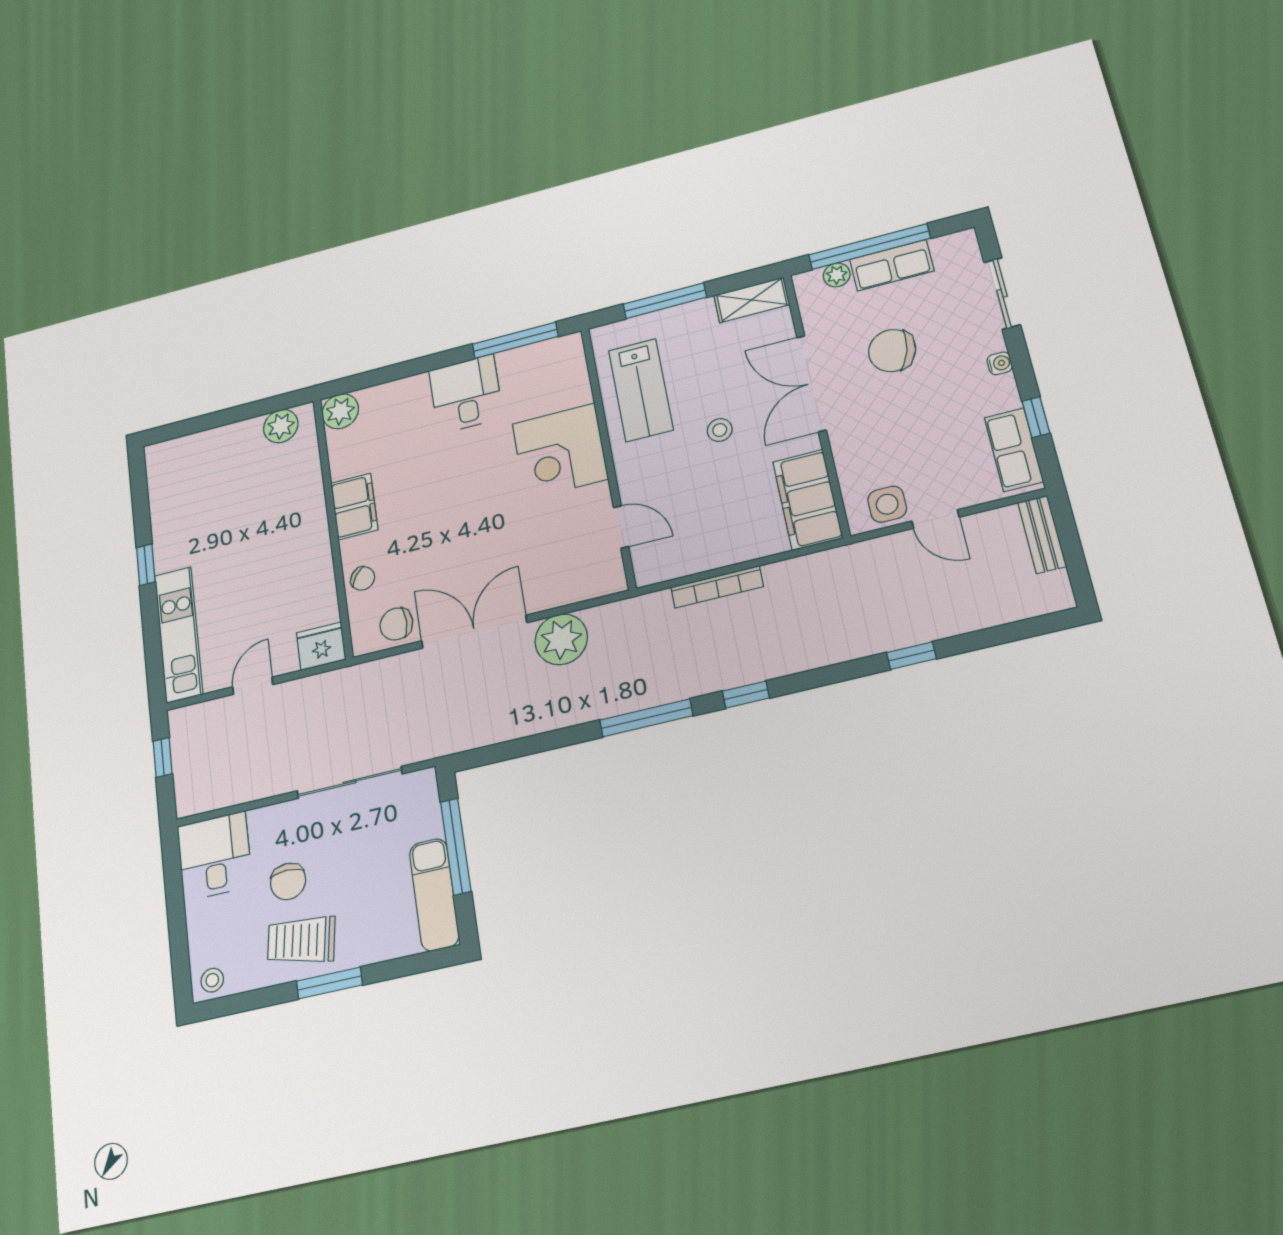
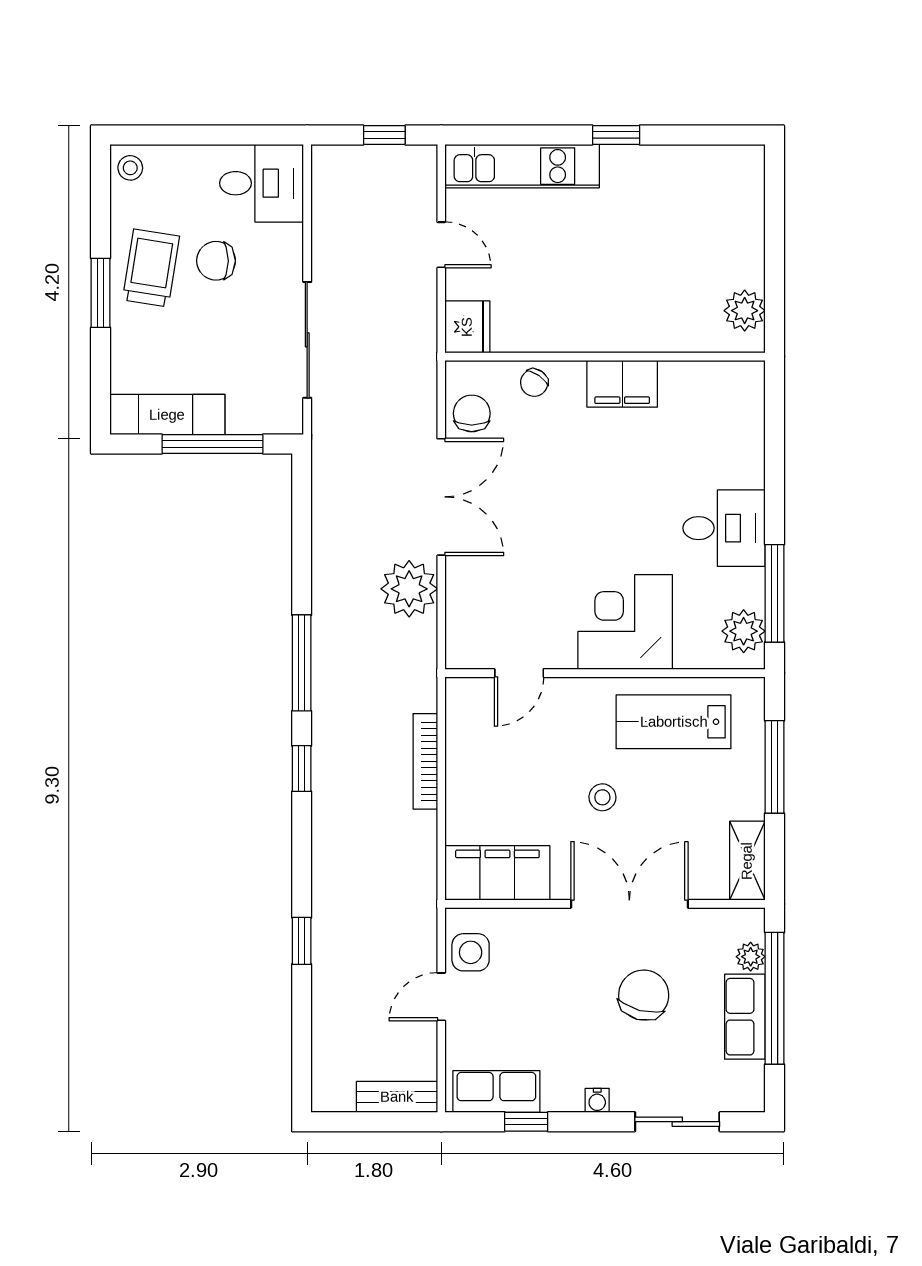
plant: (340, 411) -> (744, 631), moved

